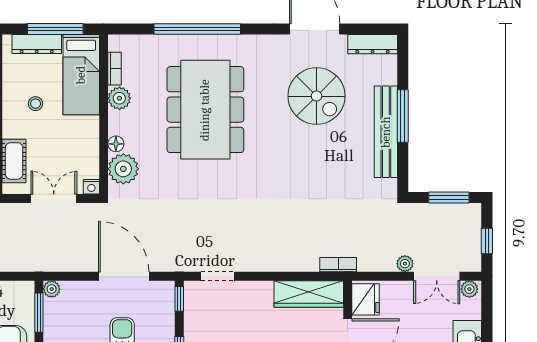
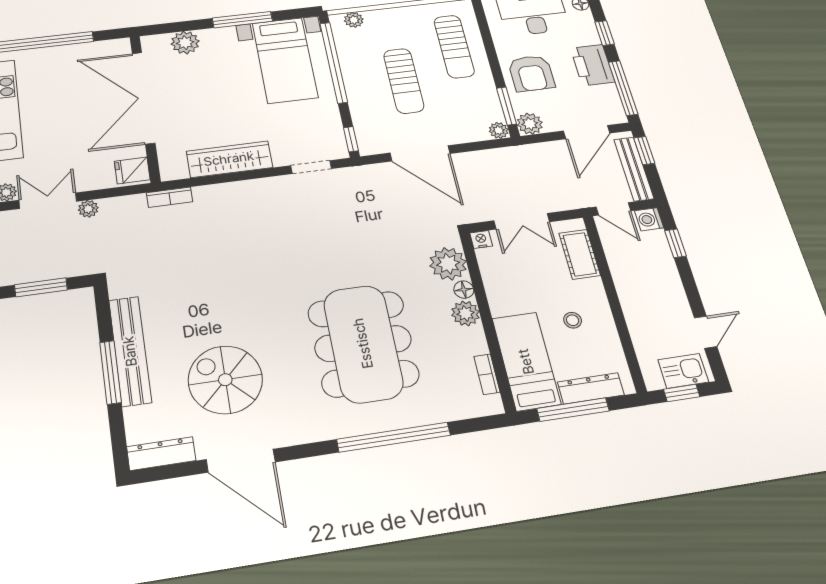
plant: (119, 98) -> (466, 313), moved
plant: (23, 292) -> (530, 124), added
wardrobe: (309, 294) -> (229, 159), moved
fridge: (365, 299) -> (132, 170), width x0.72

